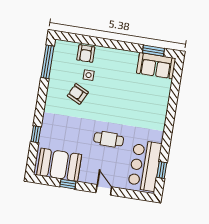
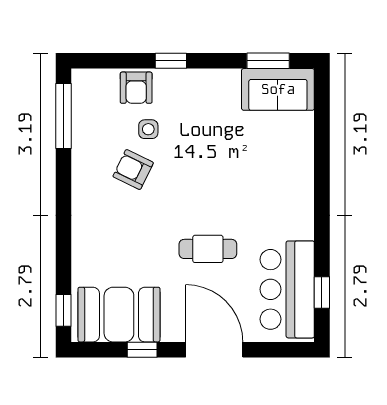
window: (105, 43) -> (171, 61), added
window: (36, 134) -> (64, 310), moved
door: (104, 190) -> (214, 350), width x1.88

